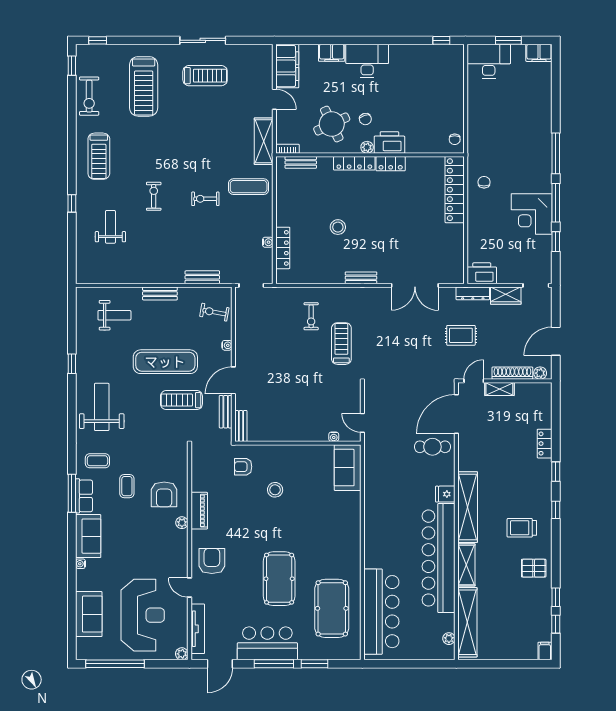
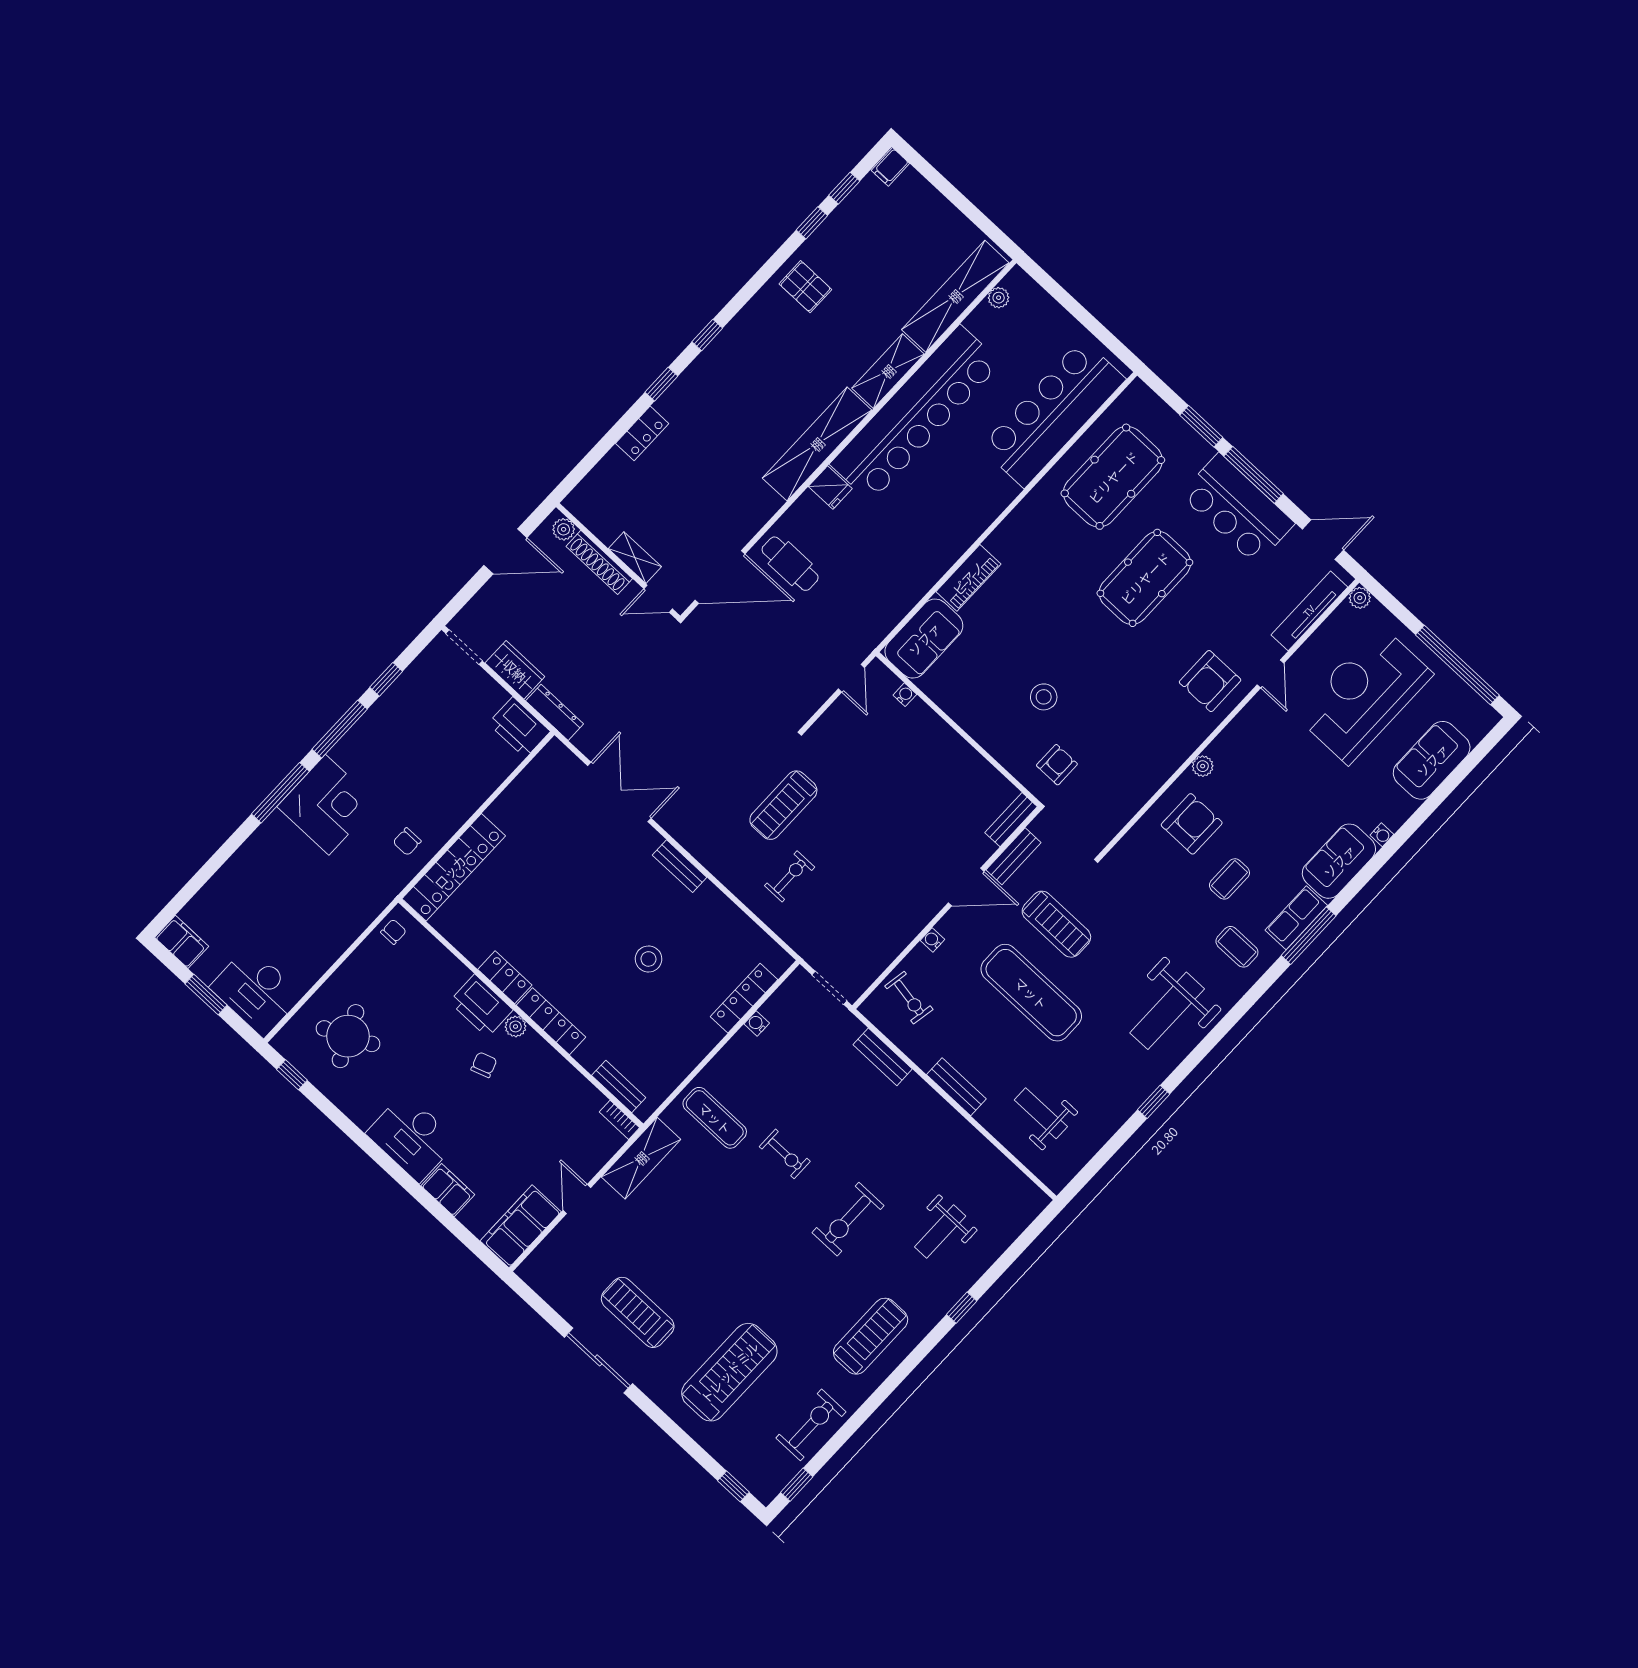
round table: (332, 124) -> (348, 1036), moved
exercise bike: (154, 196) -> (848, 1219), width x1.38, depth x1.39
corner desk: (532, 214) -> (327, 805), moved
rug: (461, 335) -> (620, 673), removed
armchair: (243, 467) -> (1057, 765), turned -90
piano: (199, 511) -> (968, 578), moved, turned 180
trolley: (522, 528) -> (772, 353), removed

